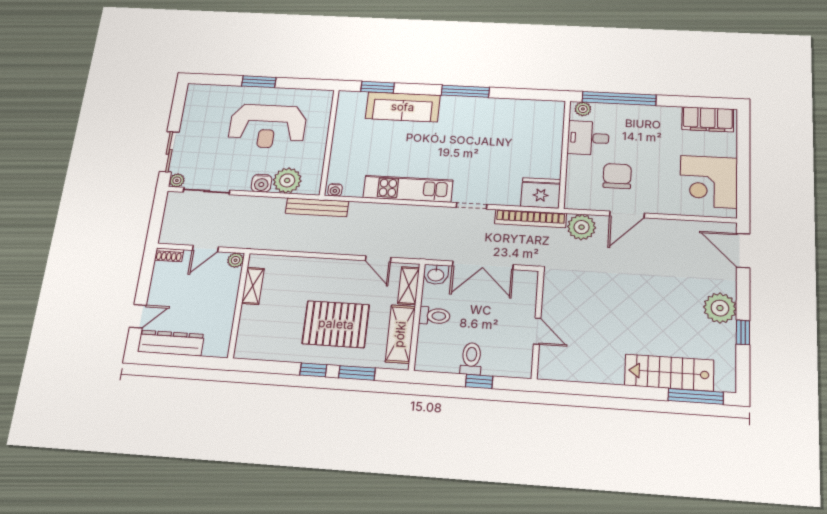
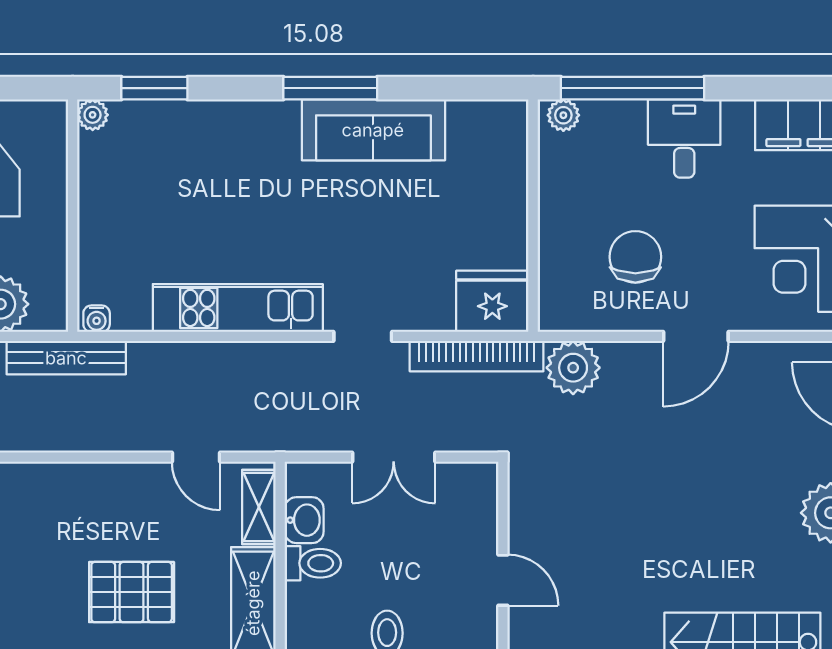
plant: (345, 97) -> (93, 115), added
sofa: (403, 107) -> (373, 130), moved
desk: (588, 138) -> (684, 139), moved, turned 90
door: (627, 214) -> (696, 336), moved
double door: (483, 265) -> (394, 457), width x0.73
washbasin: (436, 274) -> (304, 520), moved, turned -90
pallet: (336, 324) -> (132, 592), width x0.73, depth x0.71

